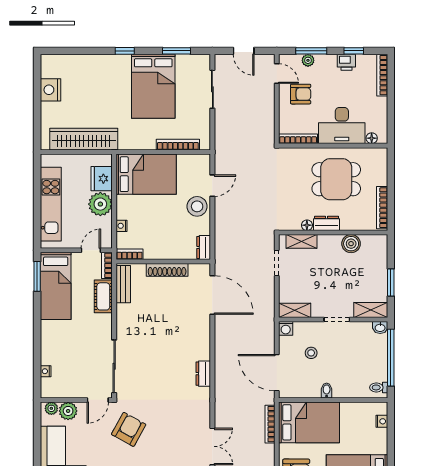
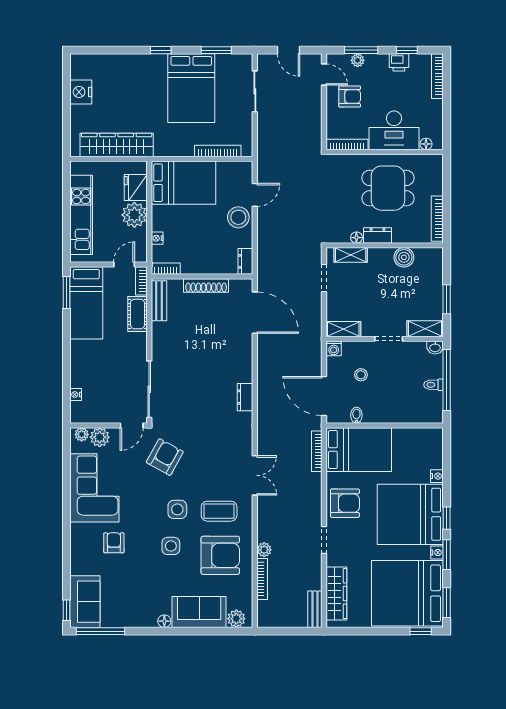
toilet: (379, 387) -> (434, 385), moved
bidet: (327, 390) -> (356, 415), moved
nightstand: (382, 421) -> (437, 476), moved

